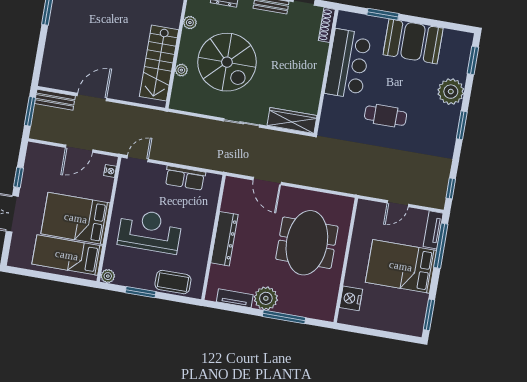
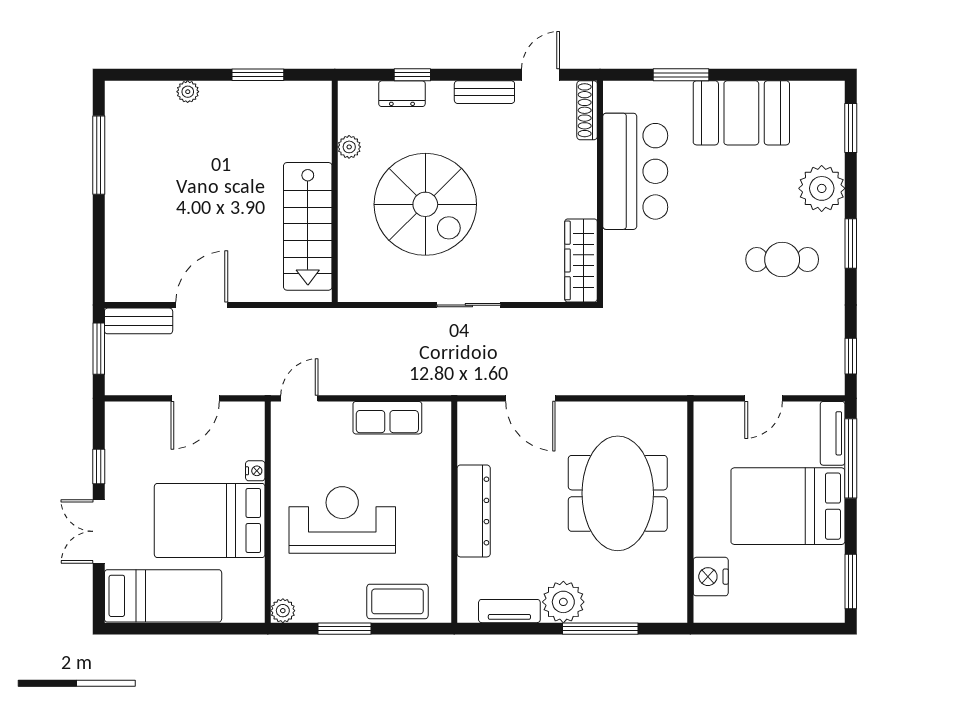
plant: (181, 70) -> (349, 232), removed
cafe table: (386, 116) -> (782, 259), moved
wardrobe: (292, 120) -> (581, 260), moved, turned -90
nightstand: (110, 171) -> (255, 471), moved
bed: (67, 255) -> (163, 596), moved, turned 180

